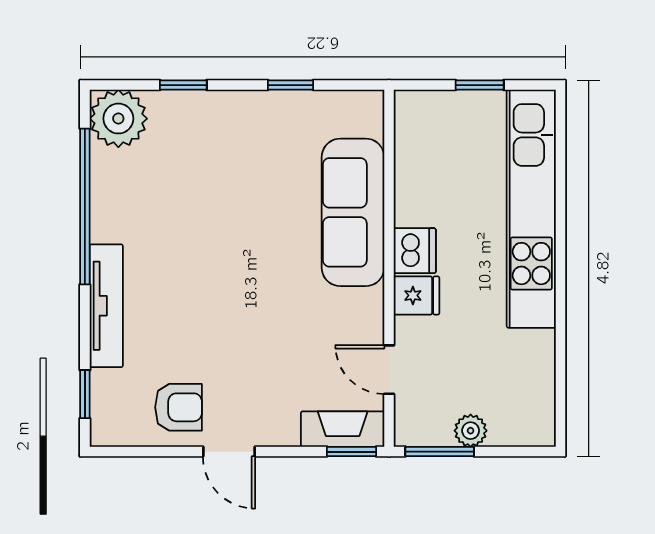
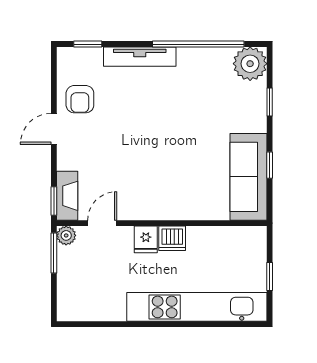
sofa: (353, 212) -> (249, 177), moved, turned -90
plant: (471, 431) -> (66, 235), moved

